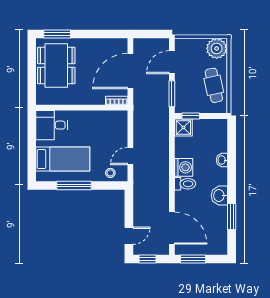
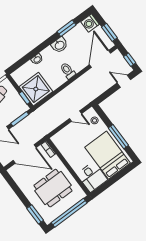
dining table: (56, 66) -> (53, 188), moved
window: (32, 72) -> (69, 213), added
shower: (183, 127) -> (36, 89), width x1.86, depth x1.86
bed: (63, 159) -> (108, 155), width x1.50
washing machine: (184, 167) -> (90, 23), moved, turned -90

